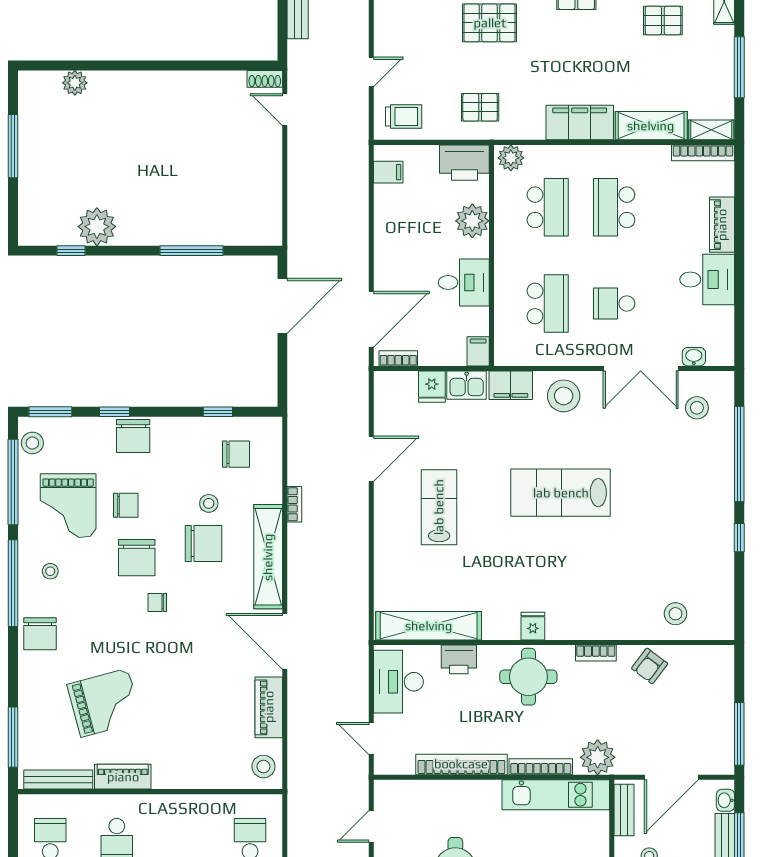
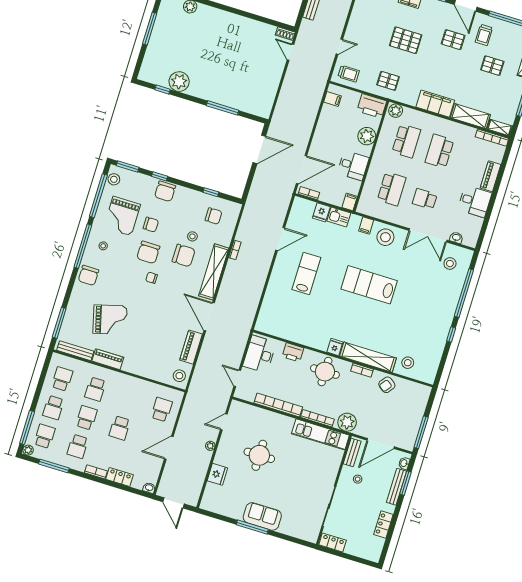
filing cabinet: (511, 385) -> (366, 225), width x0.50
shelving: (429, 626) -> (368, 357), moved

